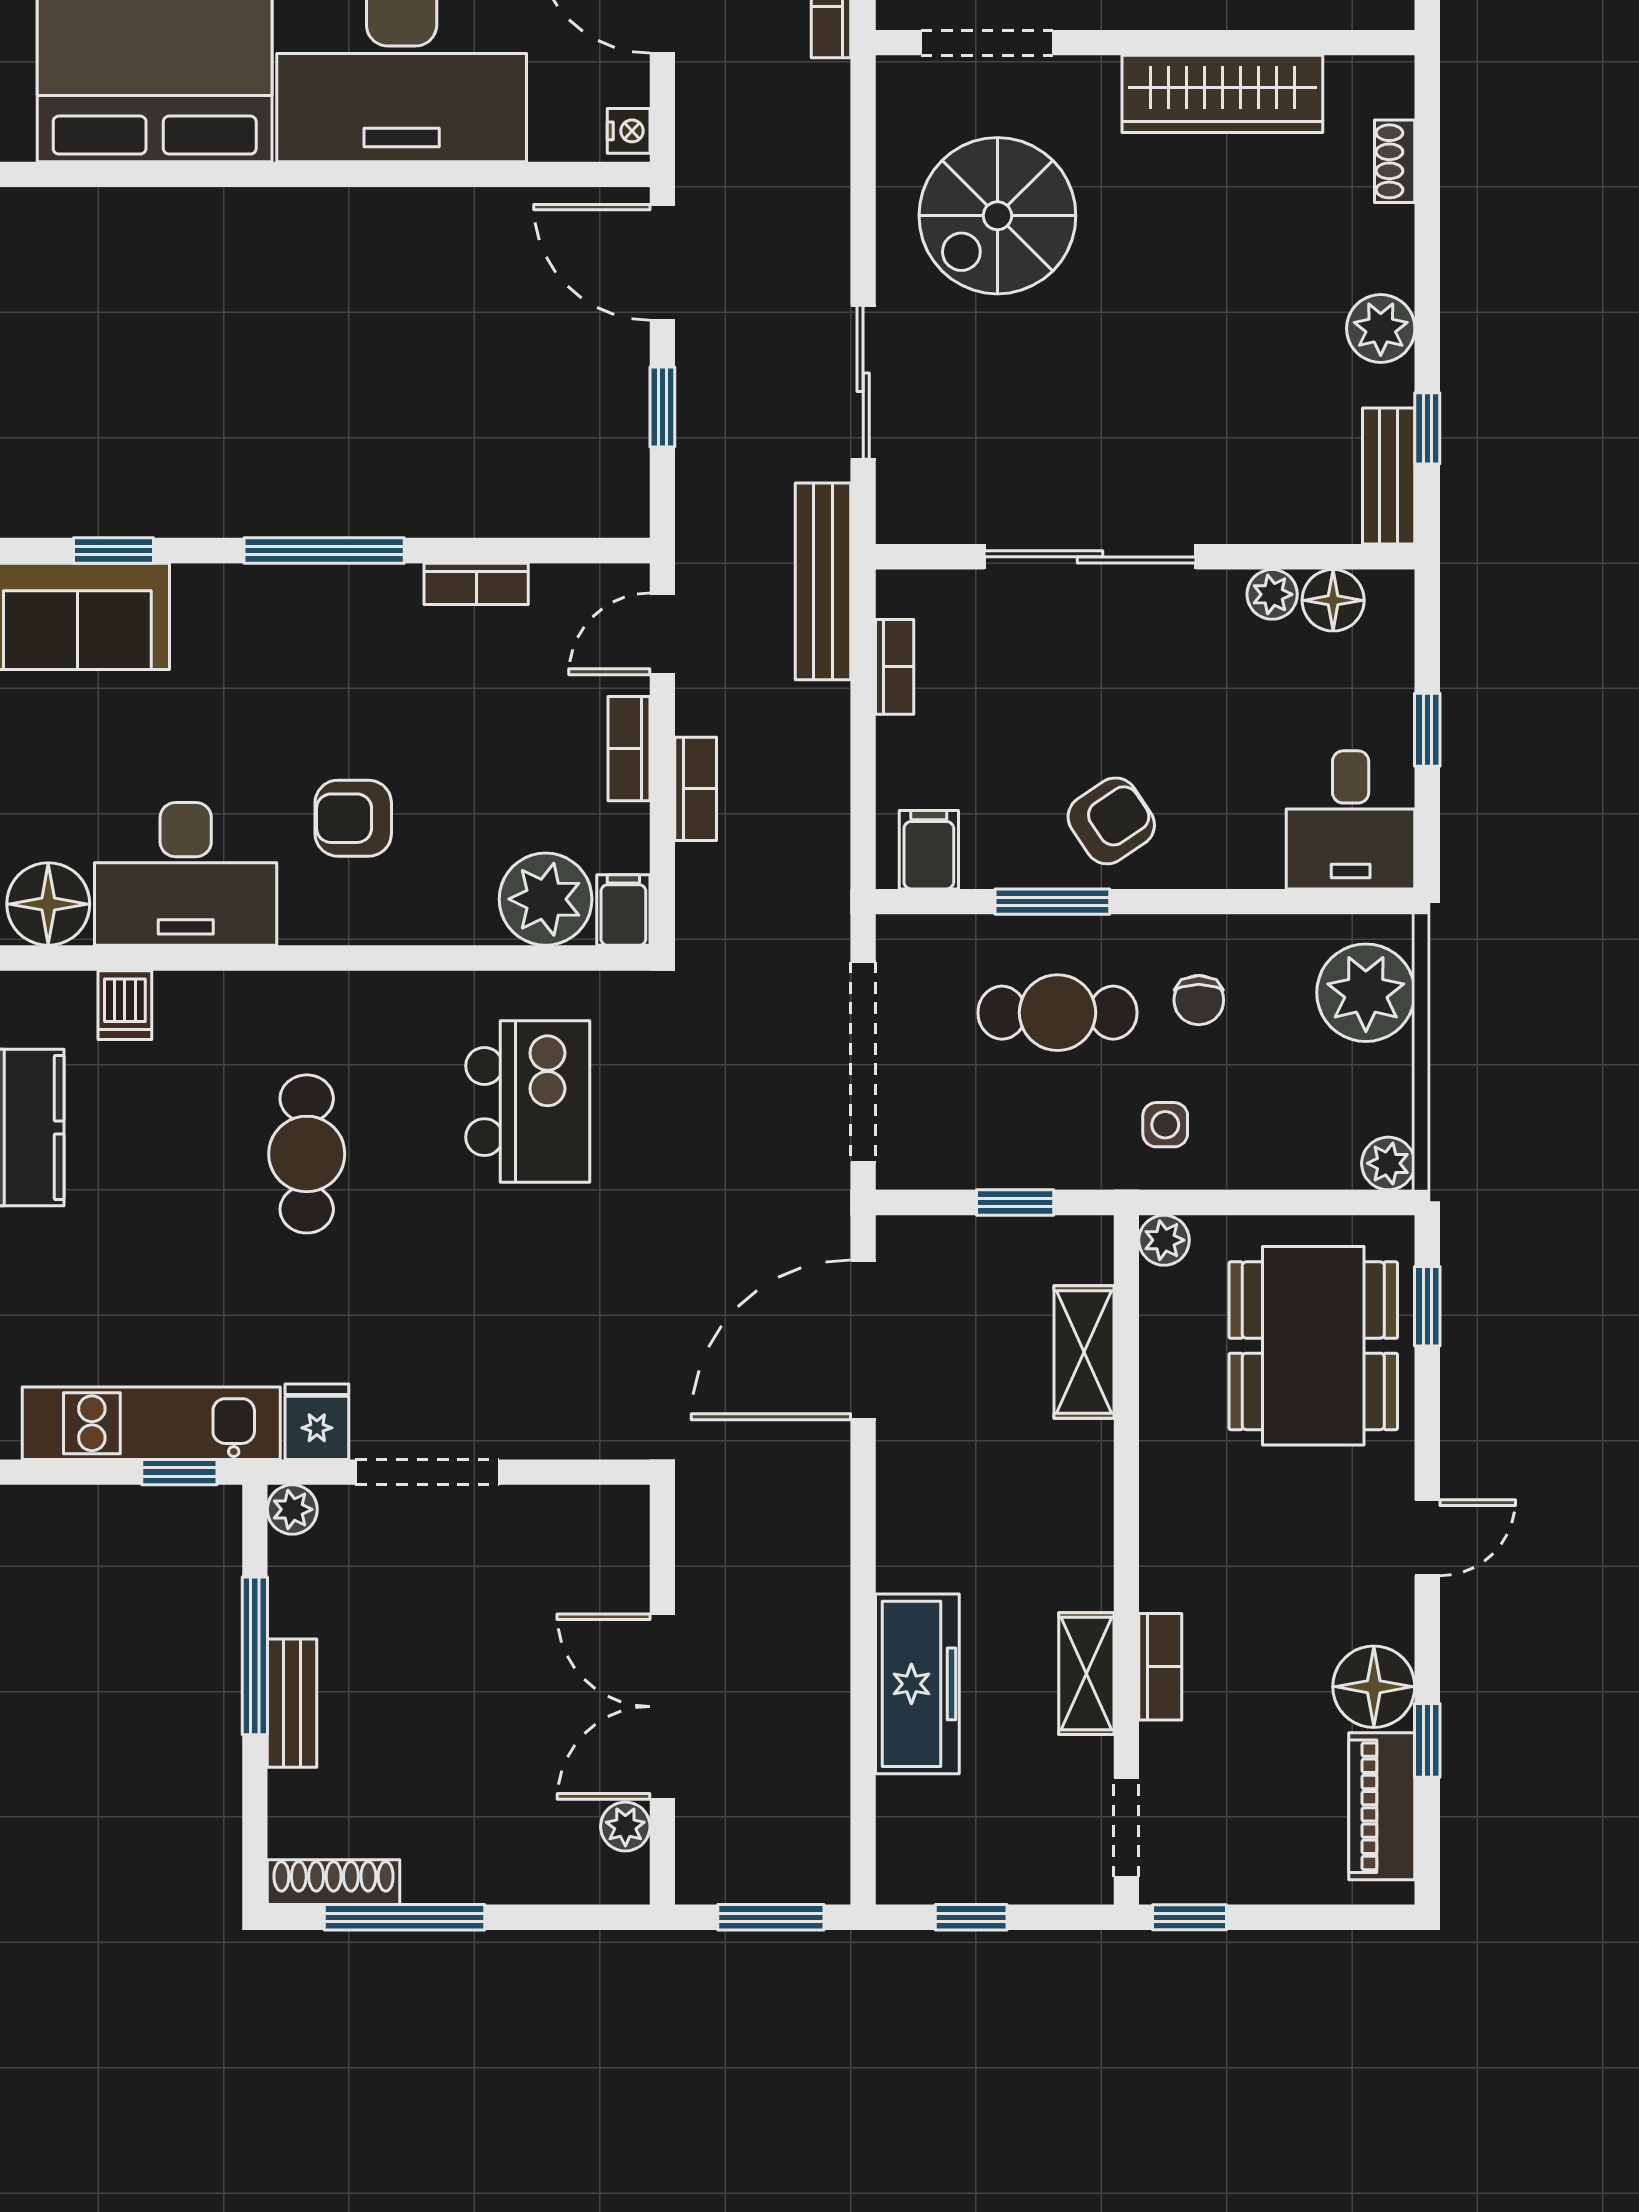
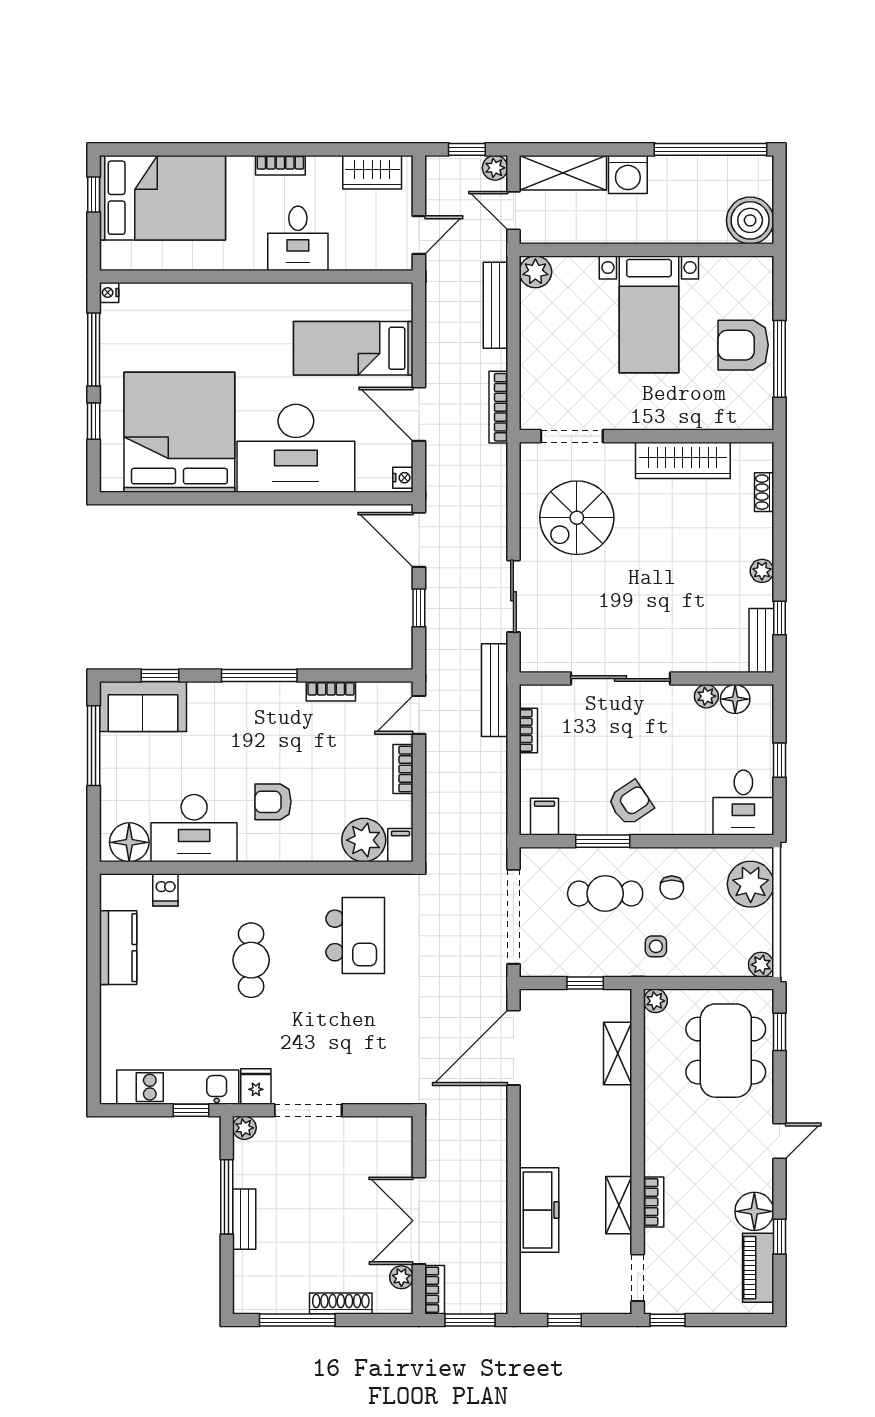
plant: (1381, 328) -> (762, 571), width x0.73, depth x0.73
bookcase: (696, 789) -> (435, 1290), moved
shoe rack: (334, 1882) -> (341, 1304), moved

